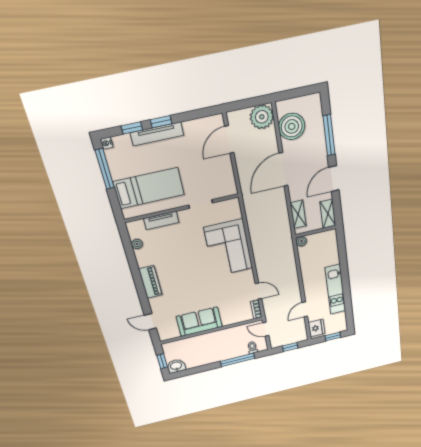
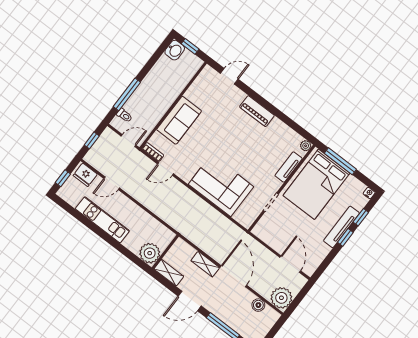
boiler: (292, 126) -> (258, 305), width x0.54, depth x0.54
window: (105, 169) -> (340, 161), moved
door: (334, 179) -> (190, 301), swing flipped
bed: (149, 188) -> (316, 184), width x1.50
shelving: (298, 214) -> (205, 264), moved
plant: (301, 241) -> (150, 253), moved, width x1.87, depth x1.87
plant: (137, 244) -> (306, 146), moved
door: (305, 309) -> (112, 183), swing flipped
sofa: (199, 322) -> (179, 120), moved

